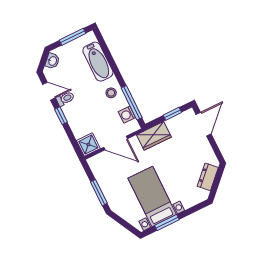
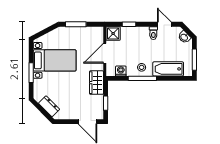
door: (49, 91) -> (164, 24), swing flipped
window: (132, 103) -> (142, 78), moved
window: (61, 116) -> (129, 24), moved
window: (167, 223) -> (31, 73), moved

